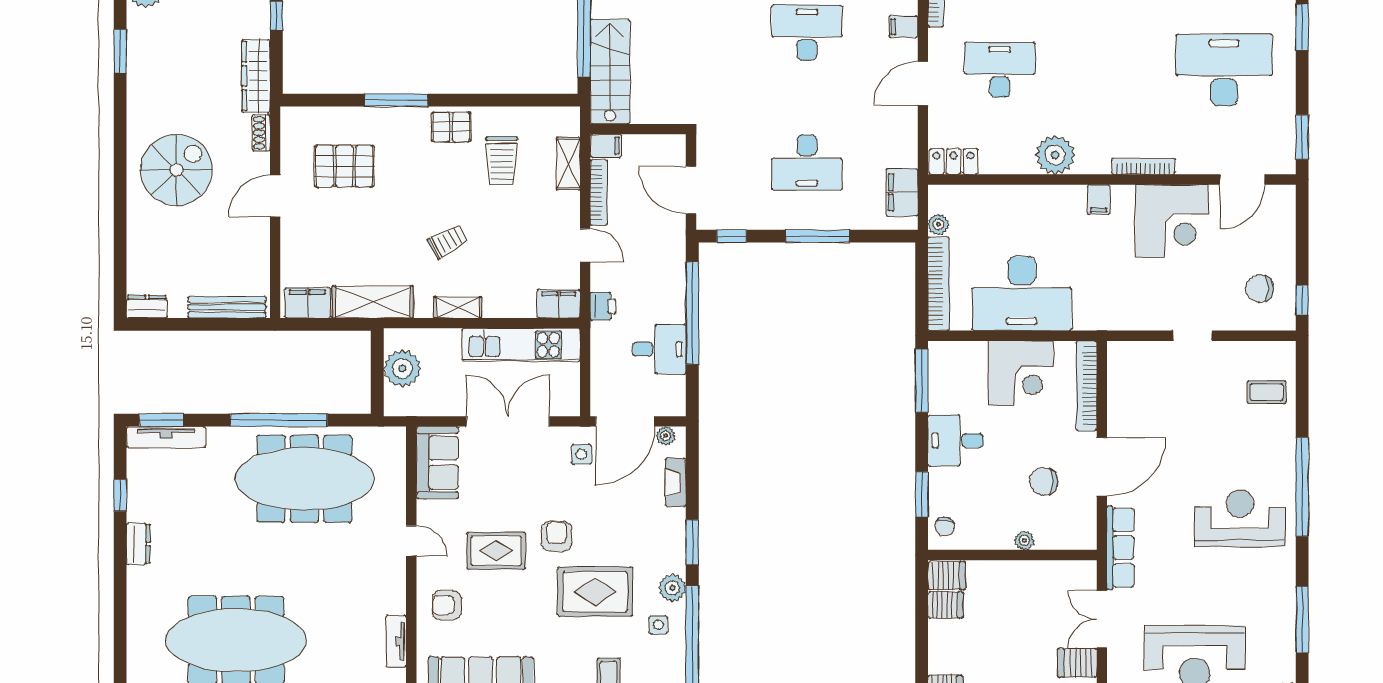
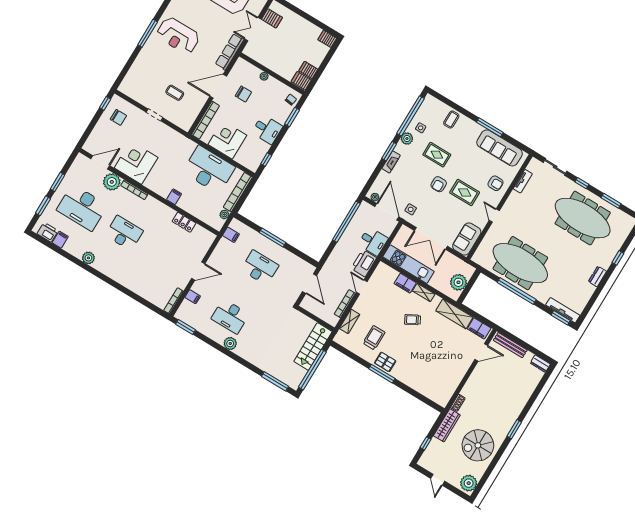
window: (120, 51) -> (514, 429), moved
desk: (1000, 70) -> (124, 233), moved, turned 180
window: (396, 100) -> (382, 374), moved
window: (1302, 137) -> (58, 182), moved
filing cabinet: (606, 146) -> (331, 320), removed
plant: (1055, 155) -> (112, 182), moved
locker: (953, 162) -> (184, 222), moved
pallet: (344, 166) -> (434, 371), removed
spiral stairs: (176, 170) -> (478, 445), moved
filing cabinet: (902, 192) -> (231, 235), width x0.50
door: (275, 196) -> (481, 352), moved
filing cabinet: (1099, 199) -> (174, 197), moved
window: (732, 236) -> (305, 257), removed
filing cabinet: (559, 304) -> (405, 283), moved
printer: (603, 306) -> (364, 263), width x1.87, depth x1.48
window: (692, 313) -> (346, 222), moved
desk: (659, 349) -> (373, 241), moved, turned 180
window: (922, 381) -> (266, 160), width x0.46
coffee table: (1267, 392) -> (175, 93), moved
door: (625, 421) -> (387, 212), hinge flipped
fireplace: (676, 482) -> (391, 162), moved
window: (1302, 487) -> (148, 33), width x0.68
window: (120, 495) -> (618, 258), moved
rug: (595, 592) -> (437, 155), width x0.73, depth x0.70
double door: (1102, 619) -> (253, 29), swing flipped

